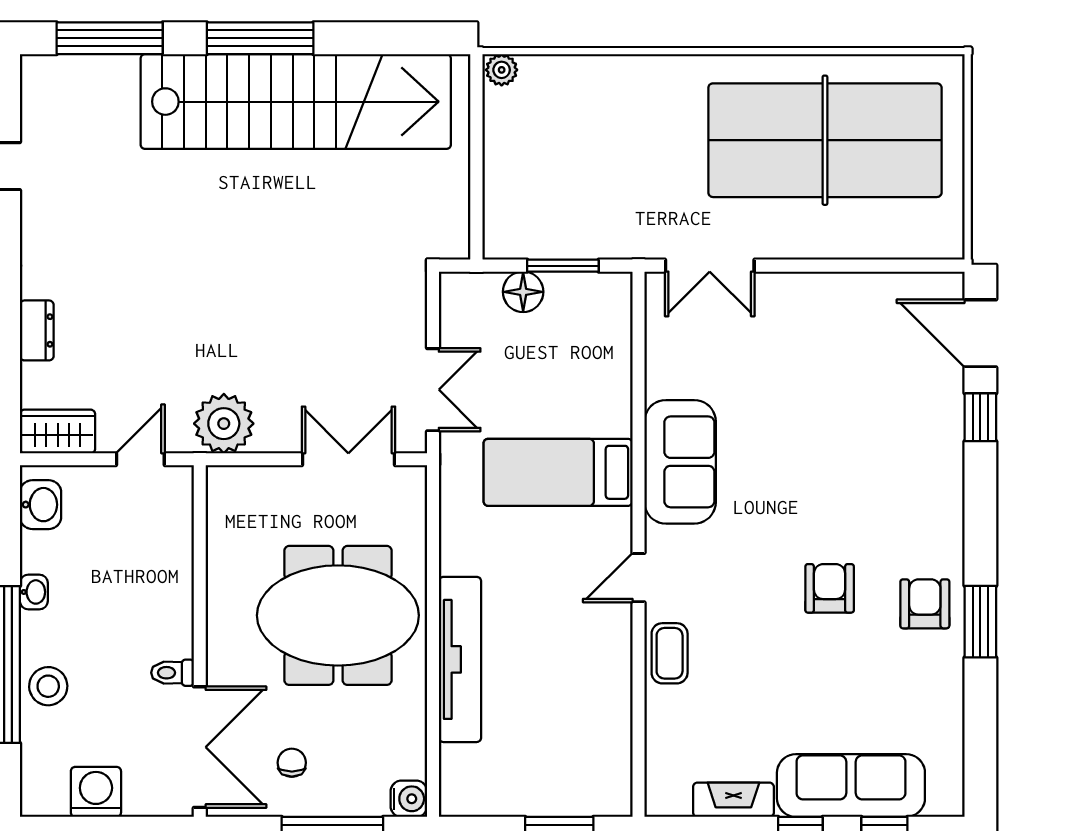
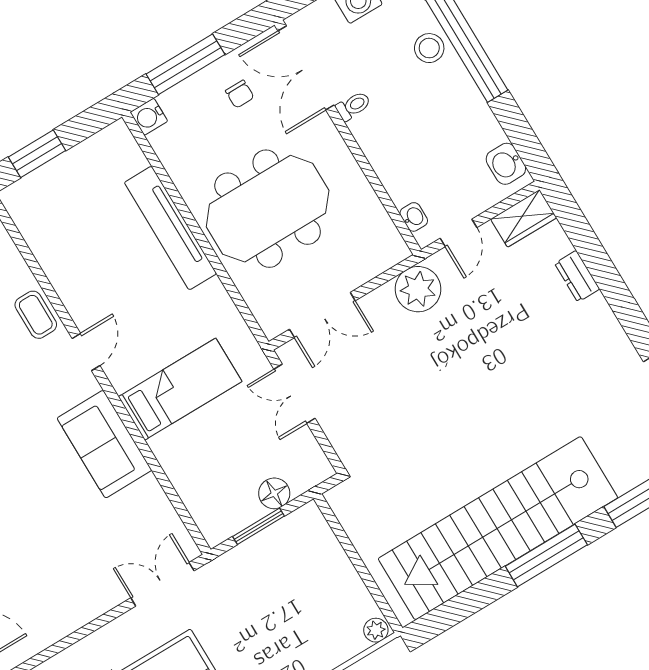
washbasin: (34, 592) -> (414, 217), moved, turned 180

